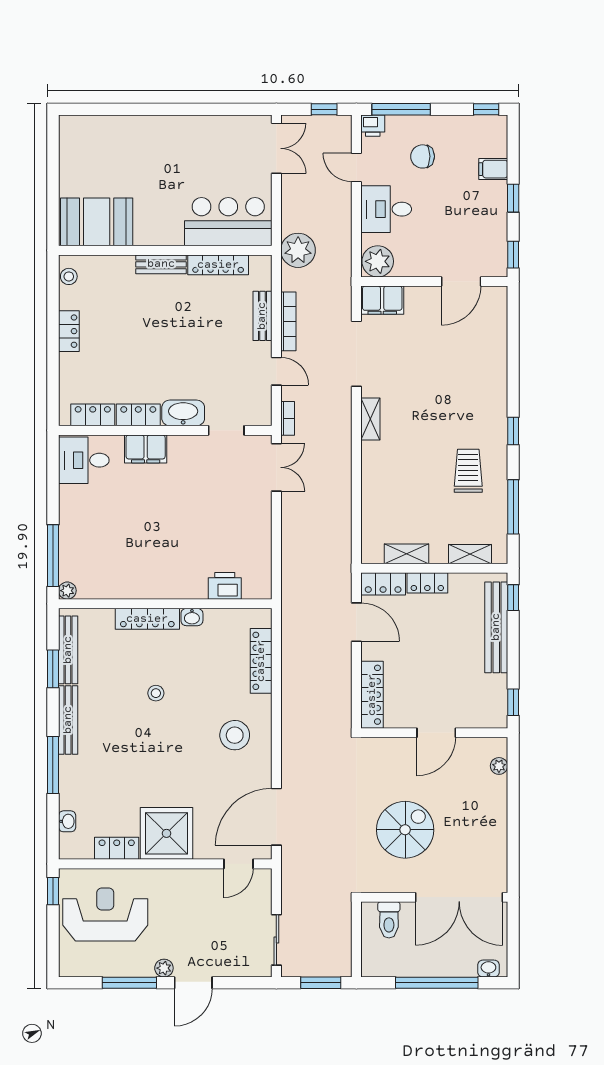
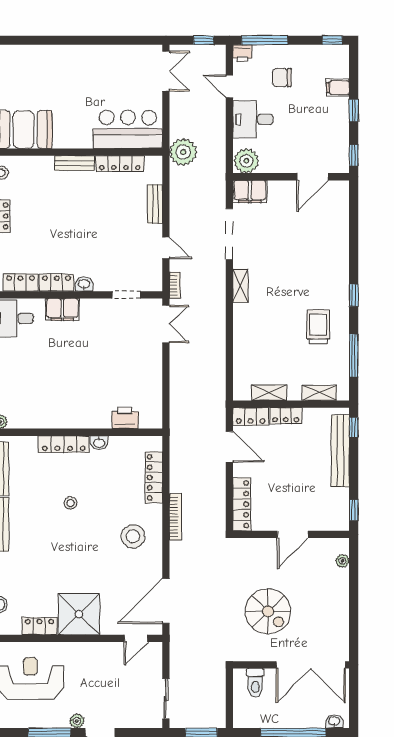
bookcase: (288, 321) -> (175, 517), moved
washbasin: (183, 413) -> (84, 284), width x0.52, depth x0.69
spiral stairs: (405, 830) -> (268, 611), turned 90

